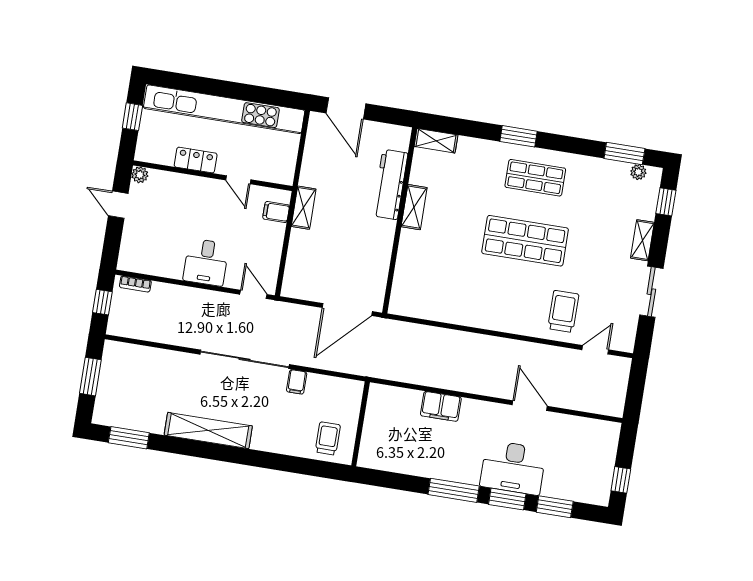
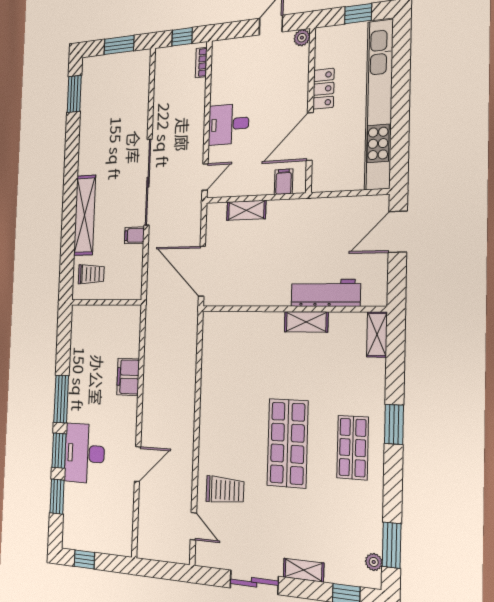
door: (238, 180) -> (310, 137), width x1.88
shelving: (304, 208) -> (246, 210), moved
shelving: (208, 430) -> (85, 215), moved

